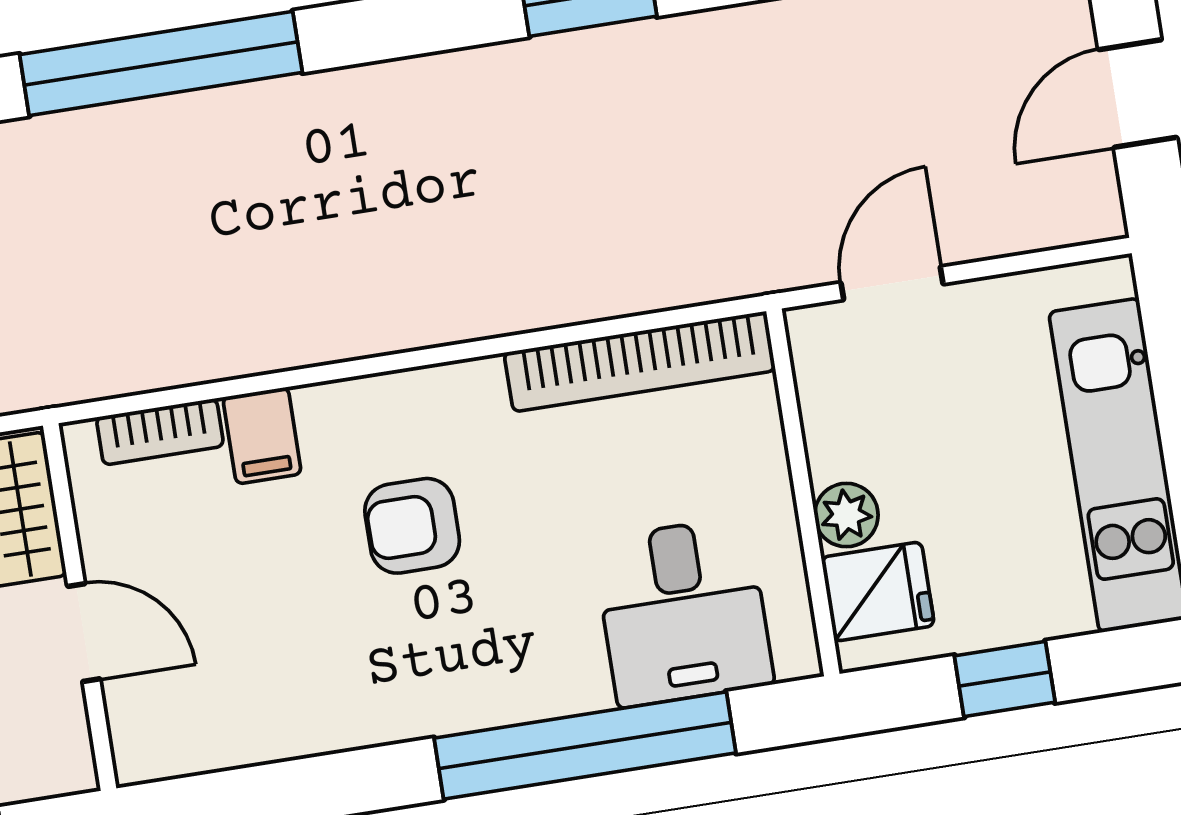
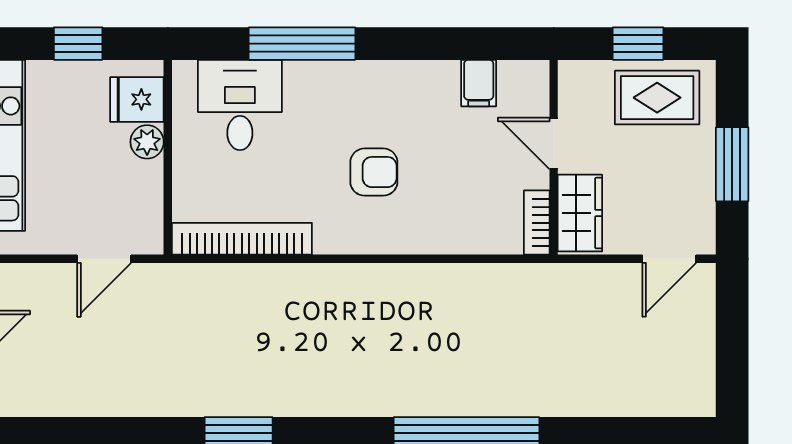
bookcase: (160, 432) -> (537, 223), moved, turned -90
filing cabinet: (262, 436) -> (479, 83), moved, turned 180
window: (585, 745) -> (302, 44), width x0.68

